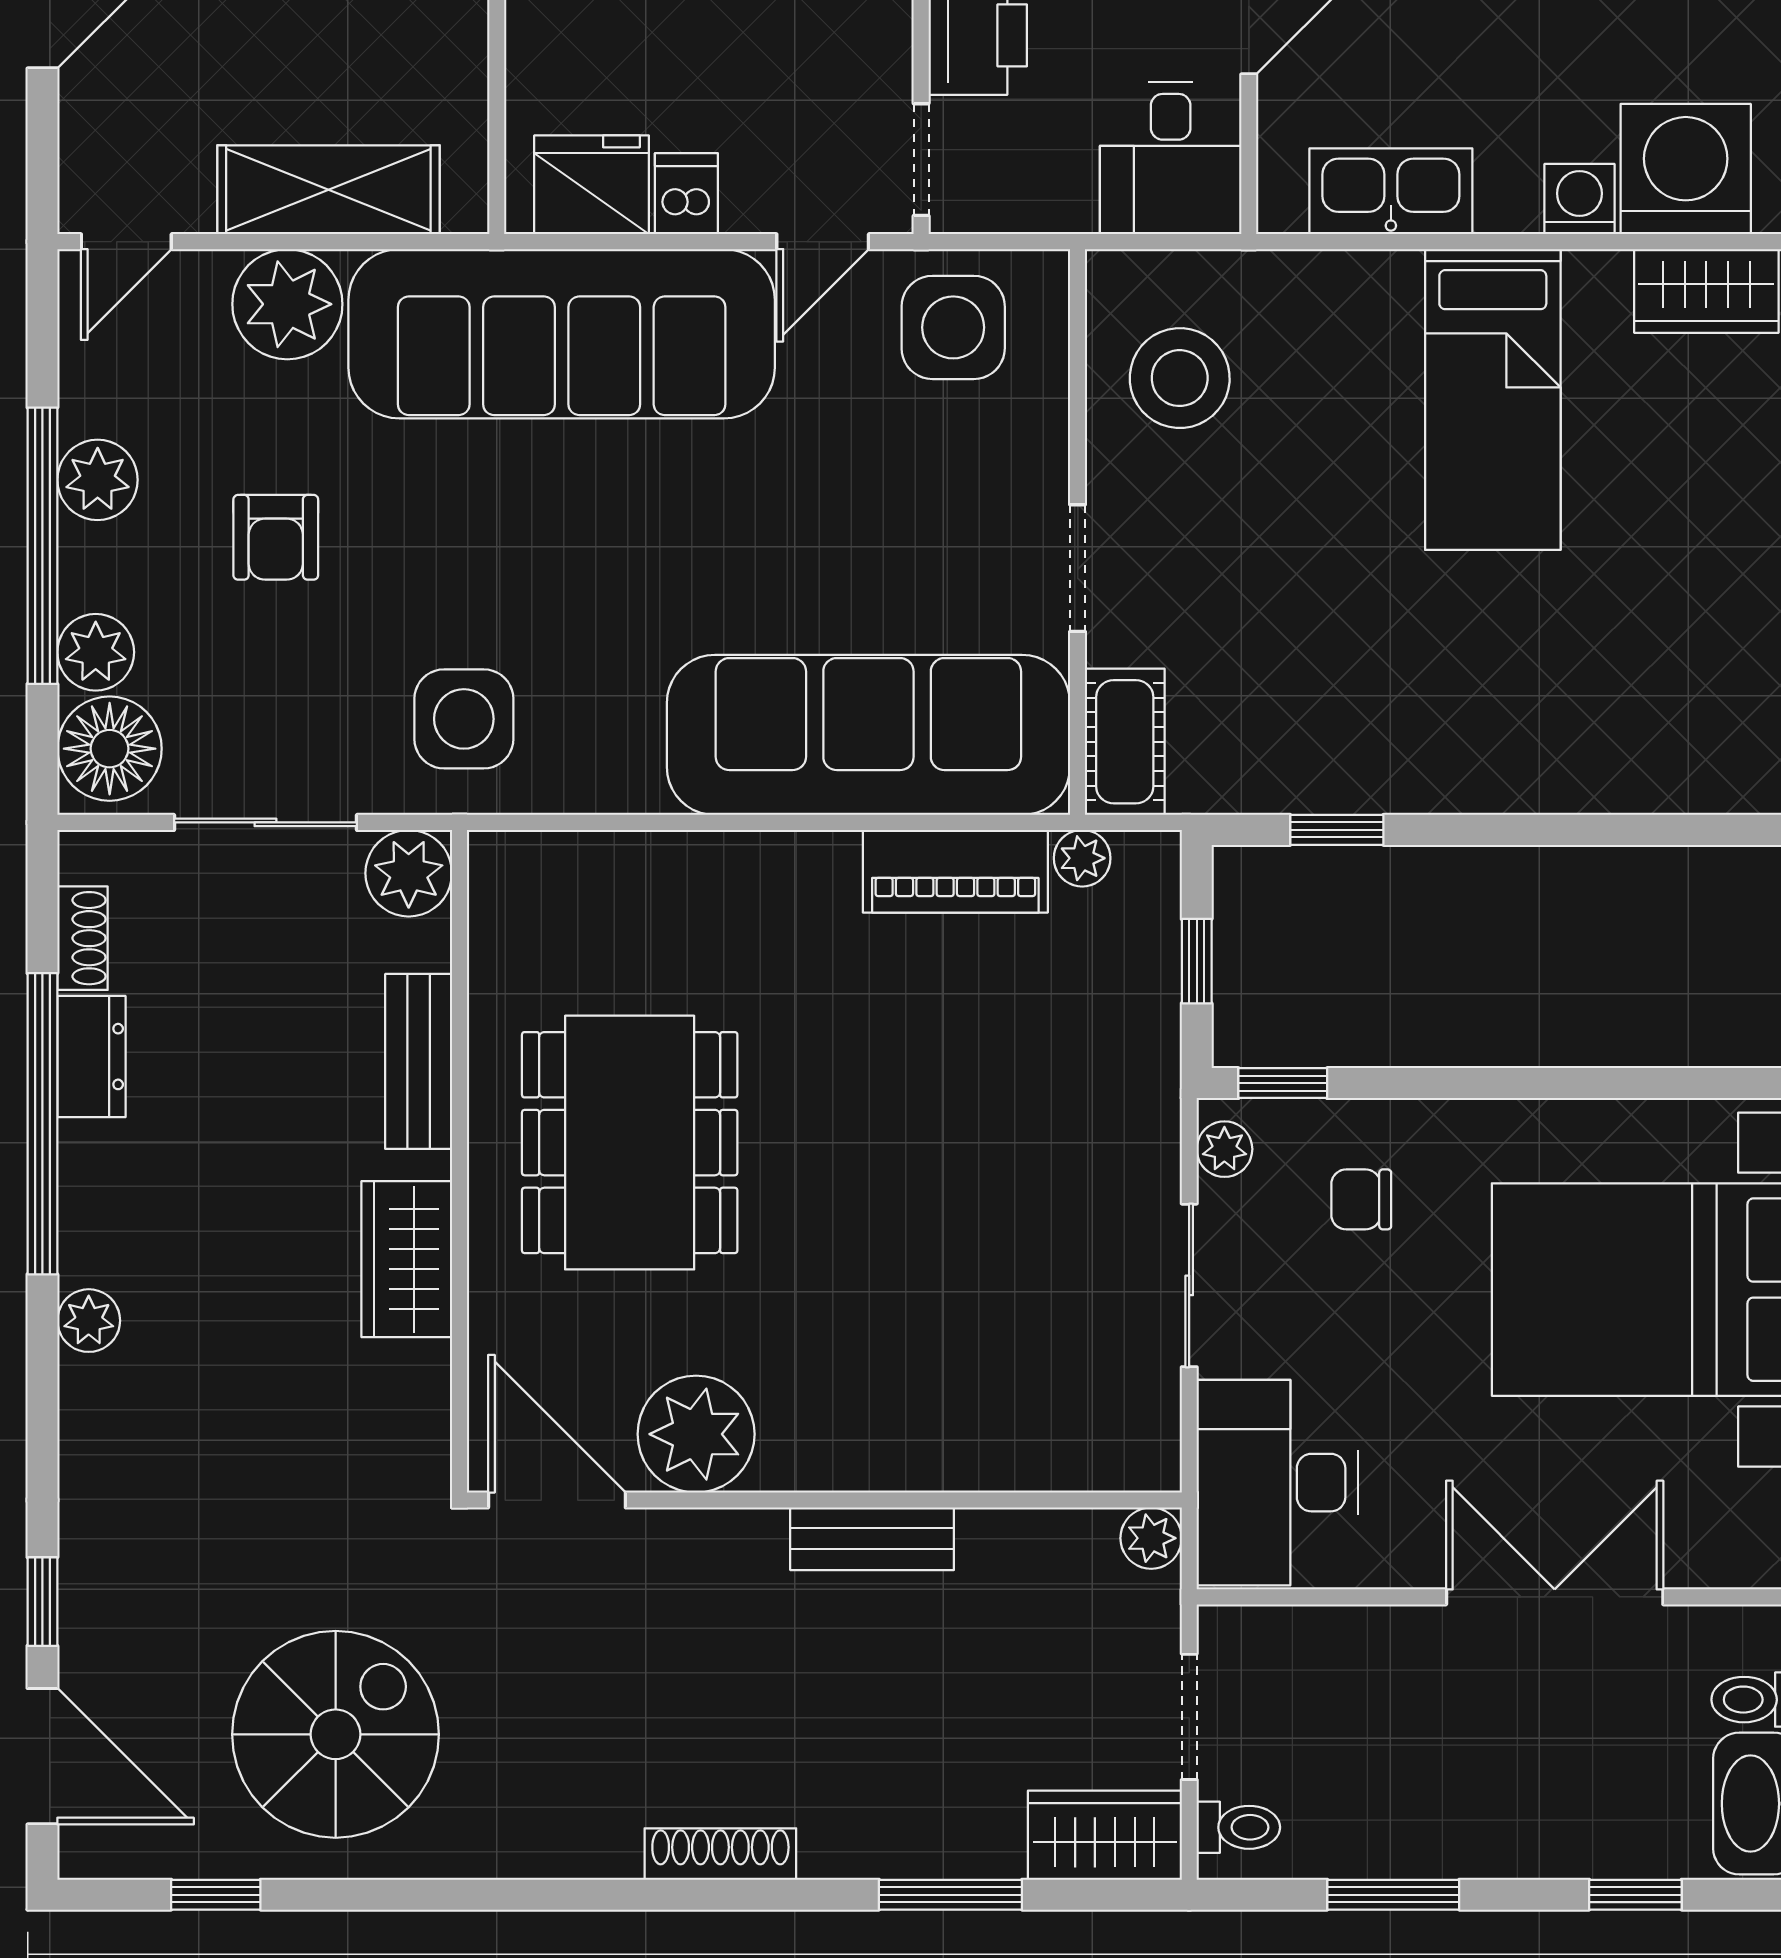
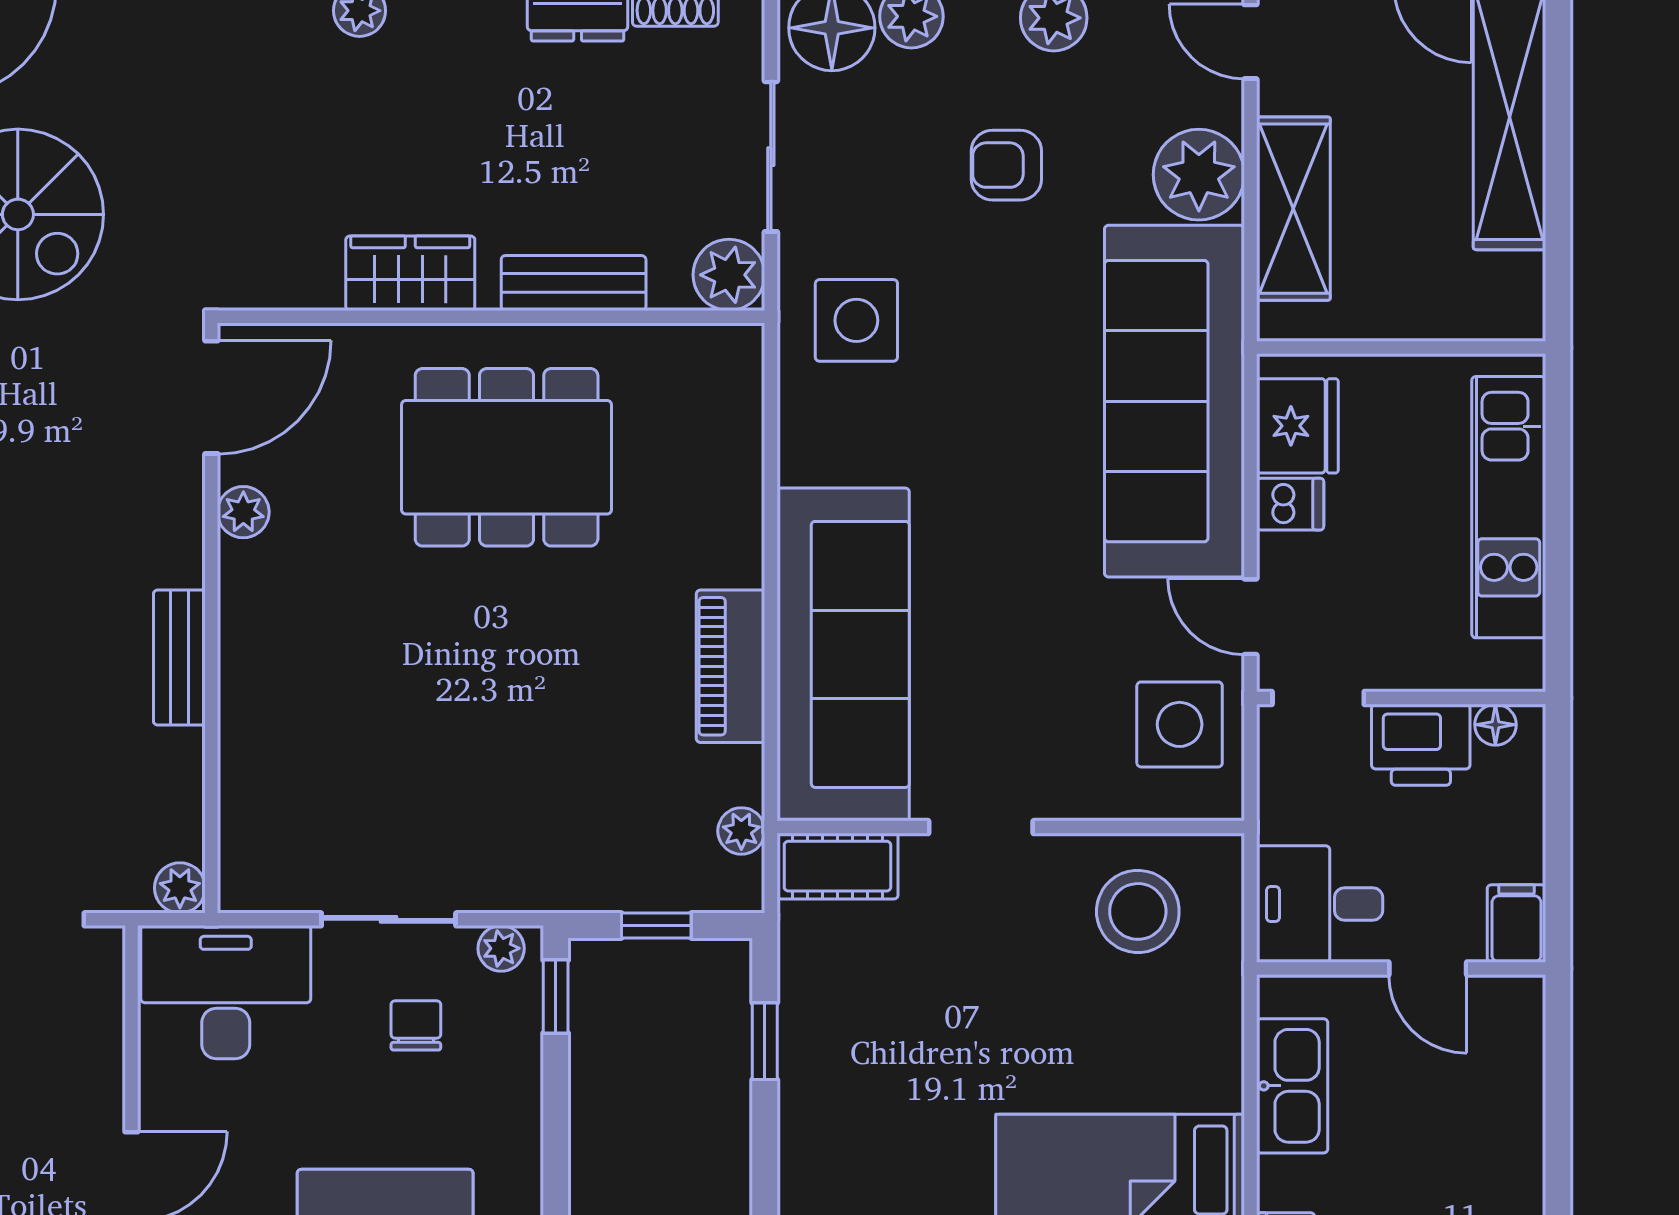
piano: (955, 871) -> (731, 666), moved
chair: (1361, 1199) -> (416, 1025), moved
plant: (696, 1434) -> (243, 512), width x0.53, depth x0.53

